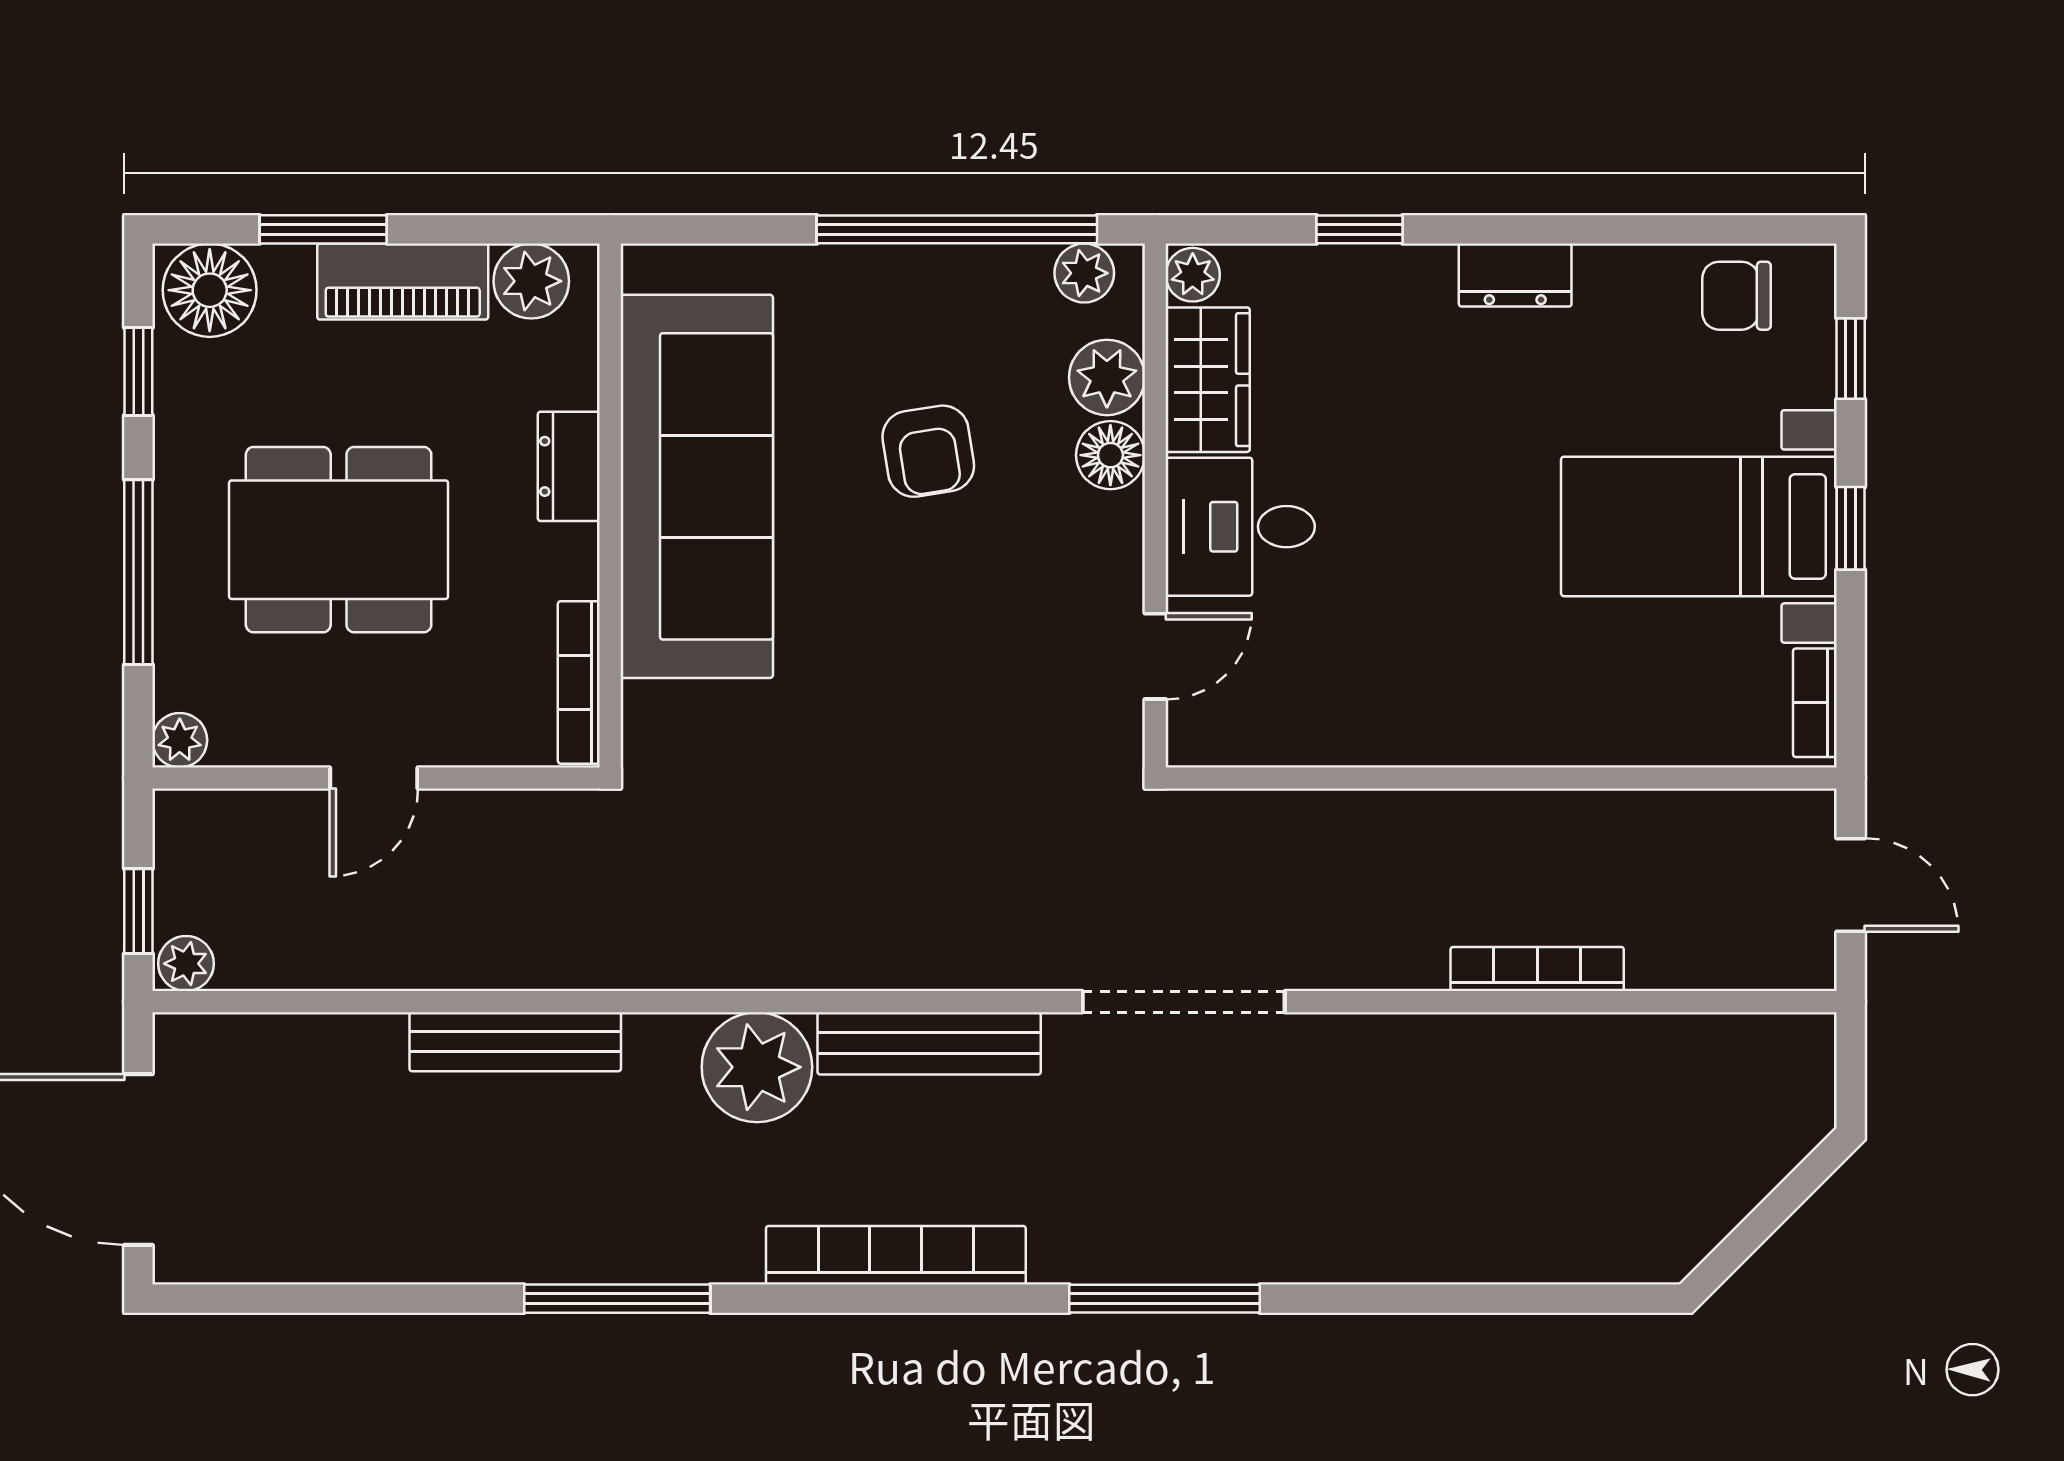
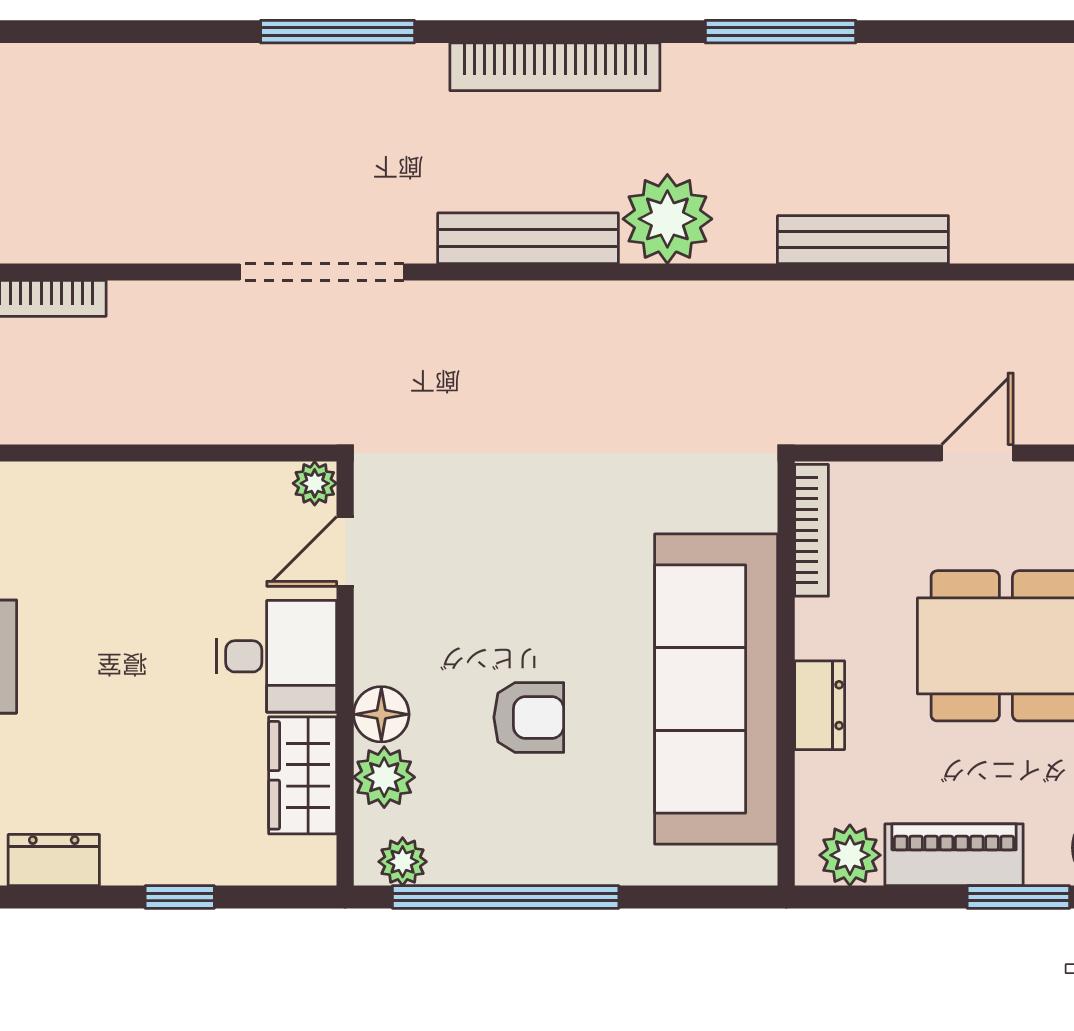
plant: (1193, 275) -> (315, 483), moved
armchair: (928, 451) -> (529, 717), turned 99

